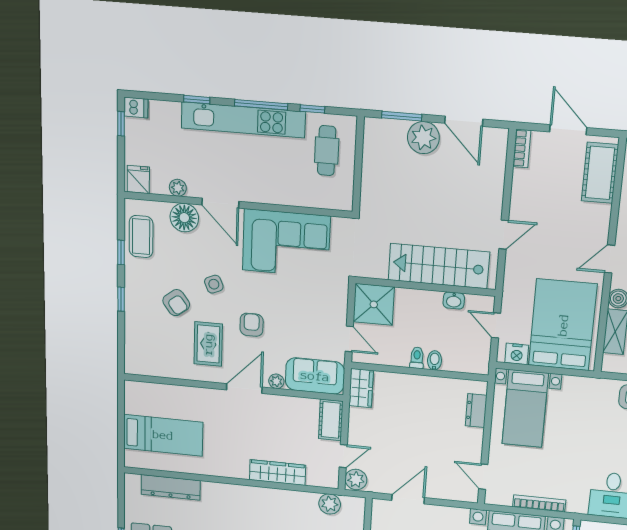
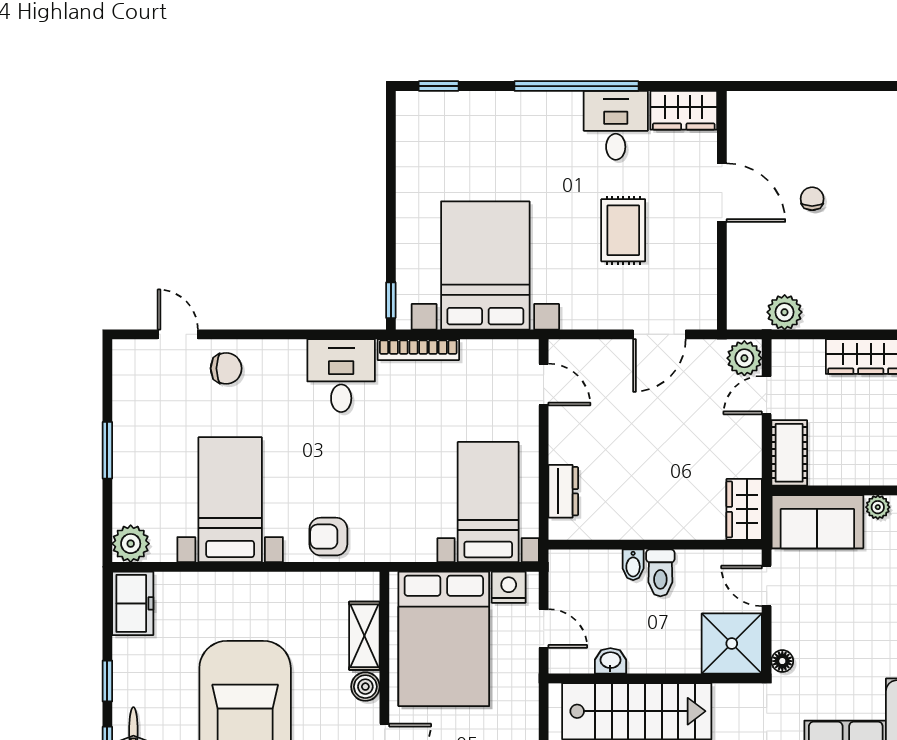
floor lamp: (342, 290) -> (782, 661), added
toilet: (417, 358) -> (660, 573), width x1.37, depth x1.39
bookcase: (539, 503) -> (418, 350), moved

